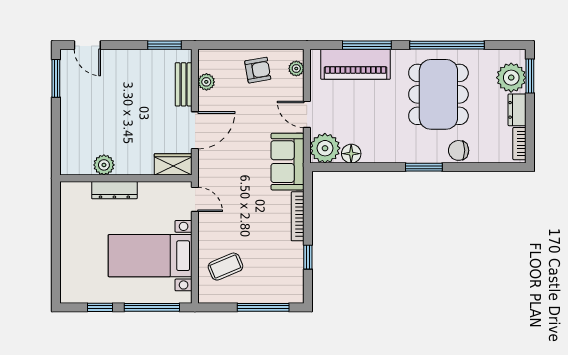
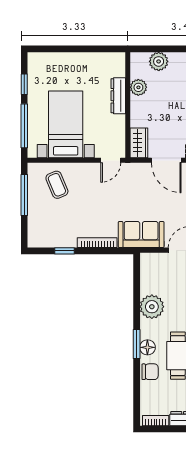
plant: (72, 140) -> (159, 61), added
plant: (325, 148) -> (152, 307), moved
chair: (459, 150) -> (150, 372), turned 90
floor lamp: (351, 154) -> (147, 347), moved
window: (263, 307) -> (24, 195), moved

